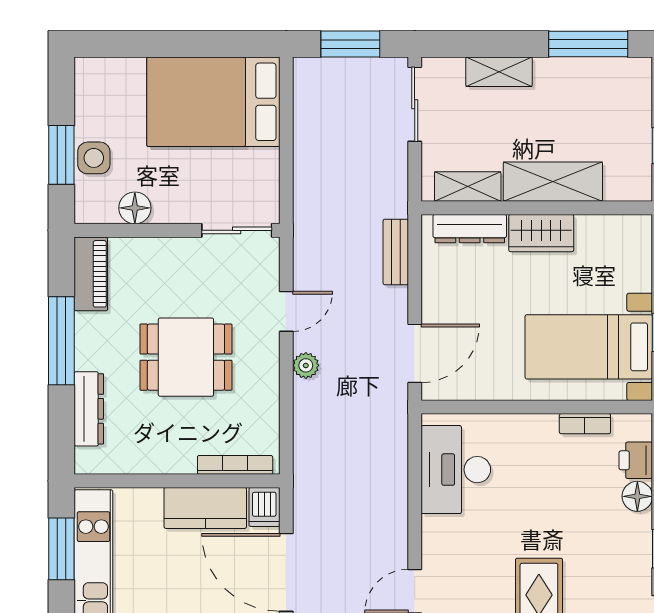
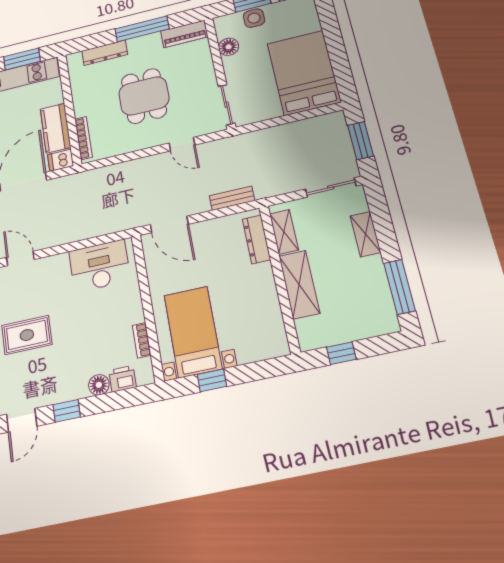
wardrobe: (541, 233) -> (263, 285), removed
plant: (306, 365) -> (150, 163), removed

